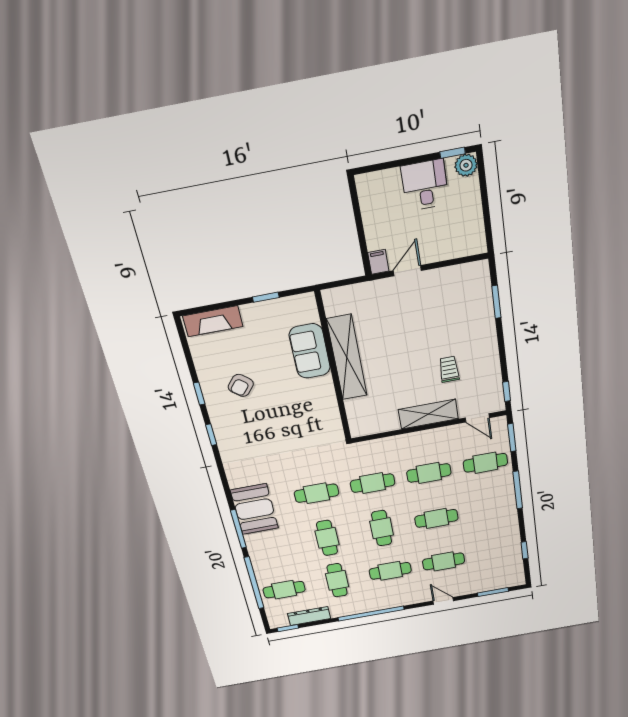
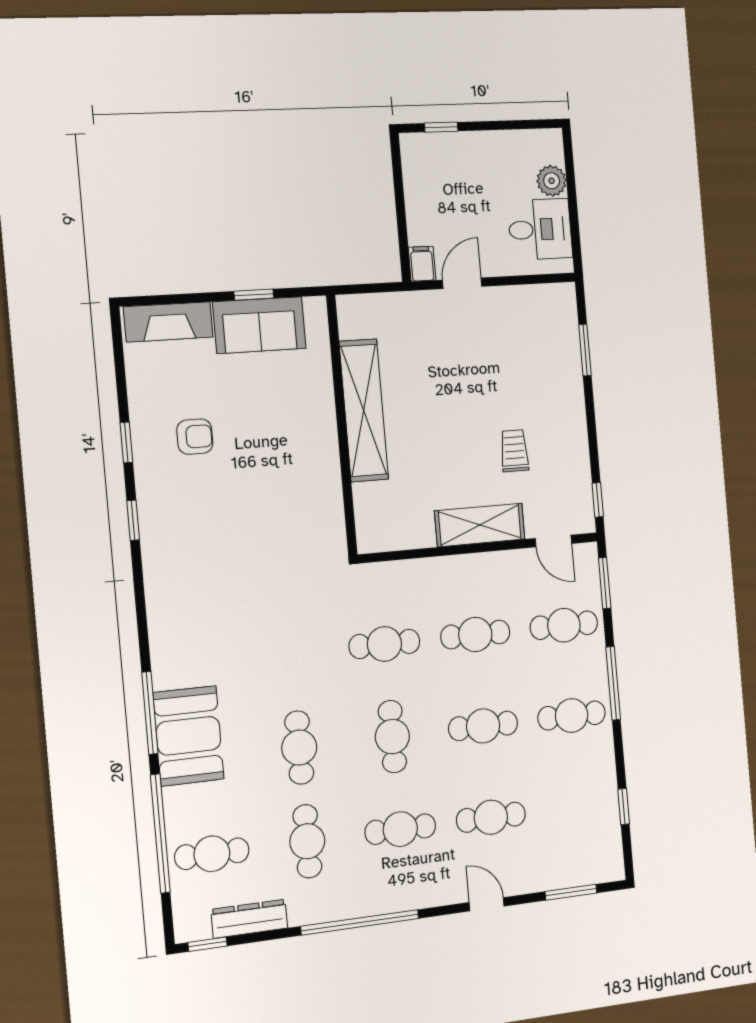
window: (452, 153) -> (441, 127), moved
plant: (466, 165) -> (552, 181), moved
desk: (425, 185) -> (540, 229), moved, turned 90
sofa: (310, 351) -> (259, 325), moved, turned -90
armchair: (241, 385) -> (195, 437), turned -130
cafe table: (316, 493) -> (572, 715), moved
booth: (254, 509) -> (189, 736), moved

